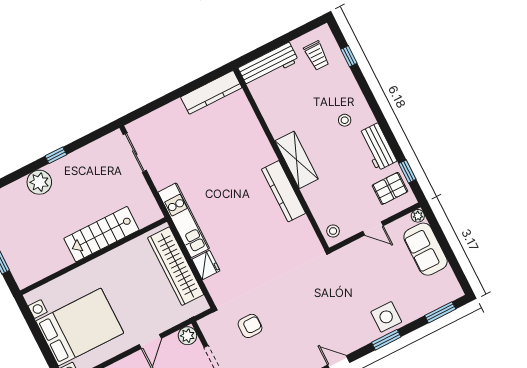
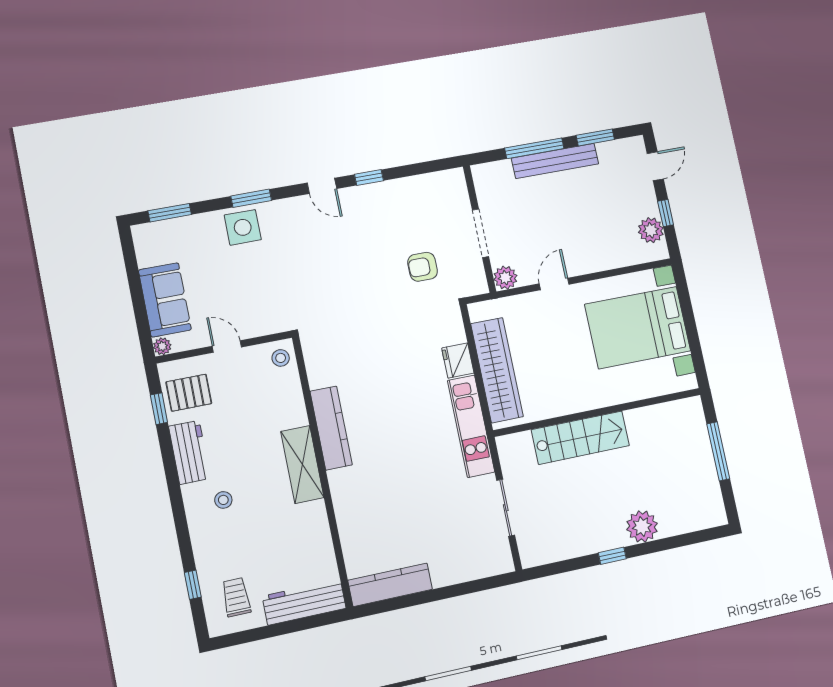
sliding door: (135, 153) -> (506, 508), moved

